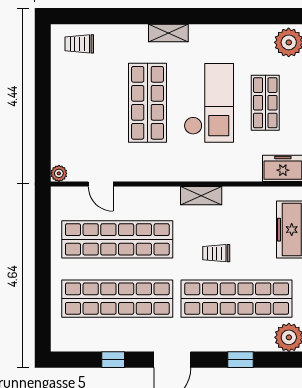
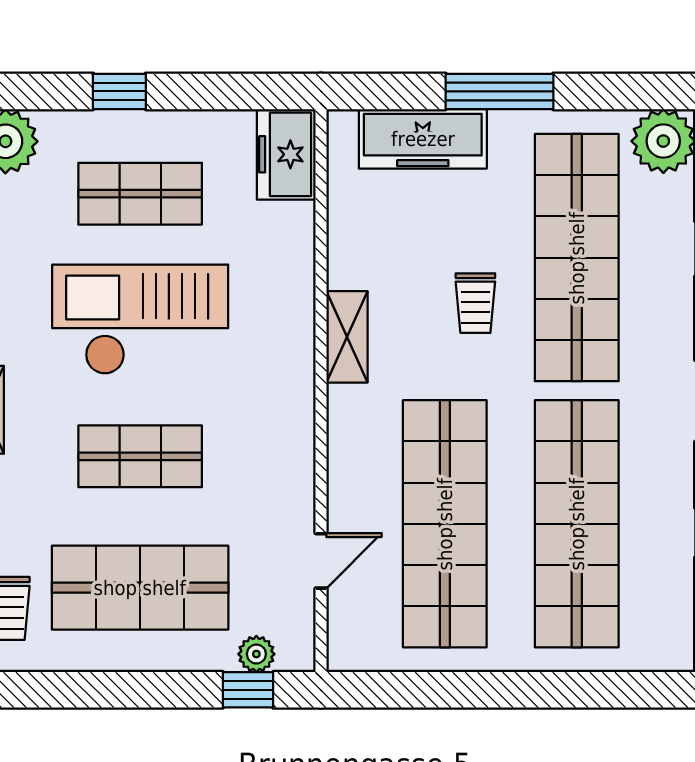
shop shelf: (89, 103) -> (140, 588), added
shop shelf: (147, 103) -> (140, 456), width x0.70, depth x0.74
window: (43, 151) -> (248, 690), added
plant: (59, 173) -> (256, 654), moved

